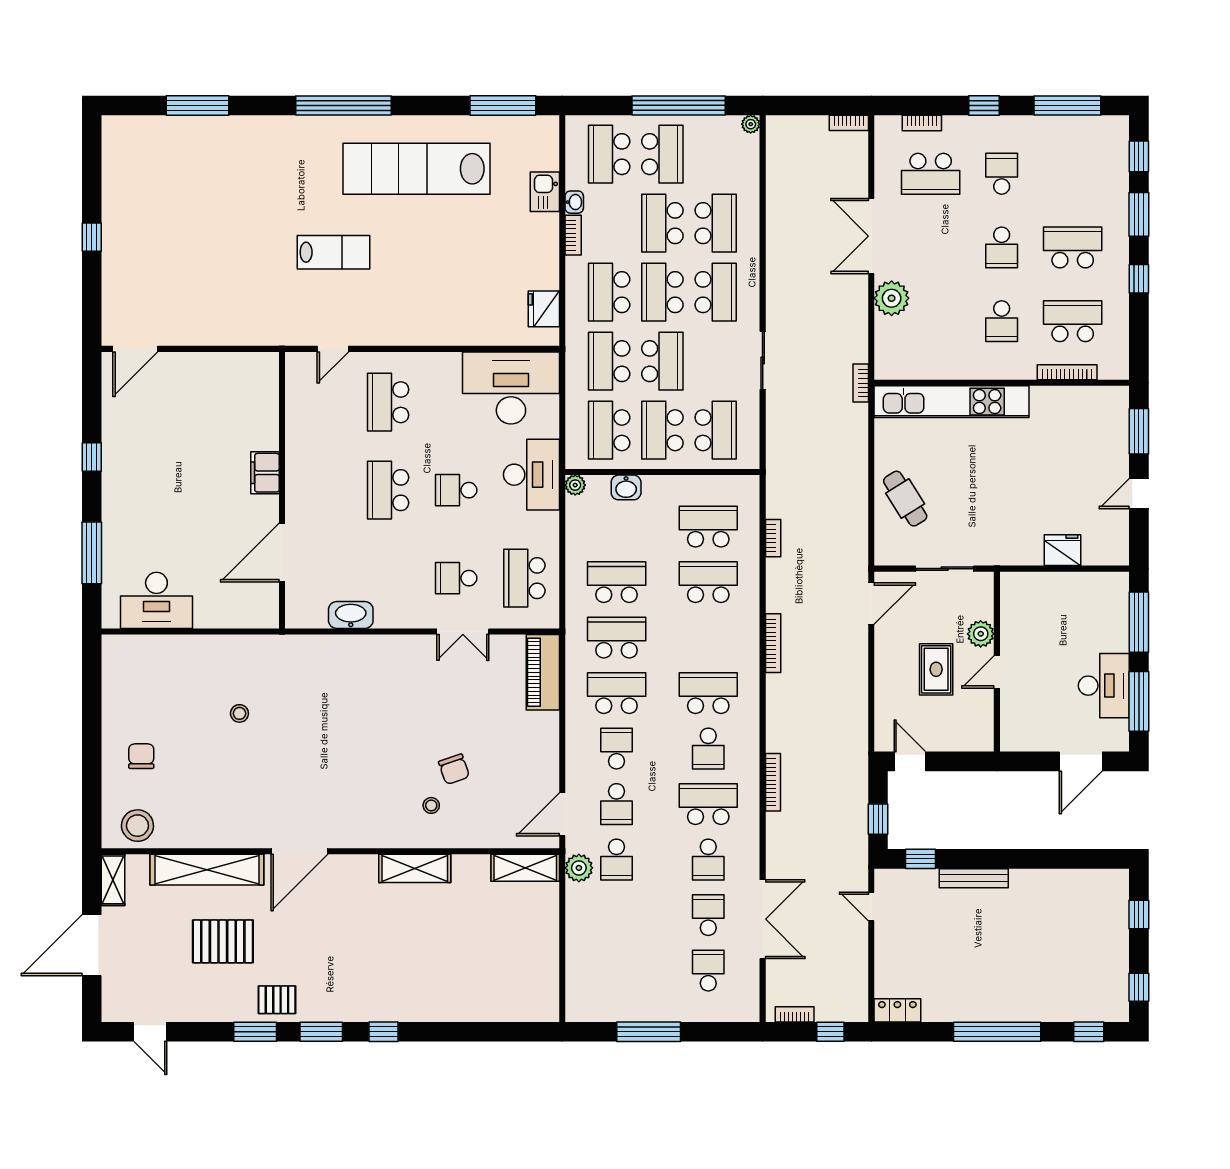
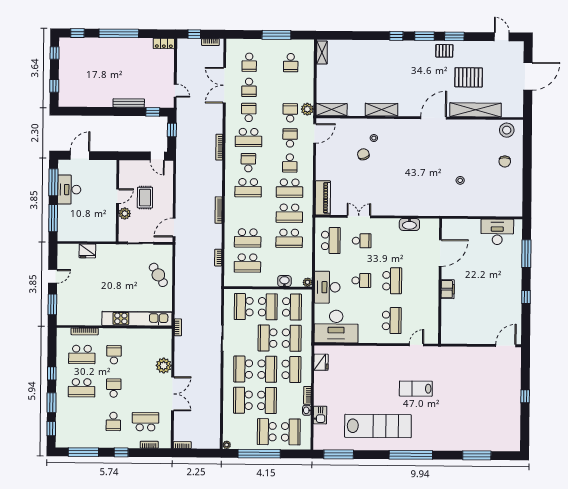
shelving: (113, 880) -> (322, 53), moved
school desk: (617, 971) -> (291, 63), added

